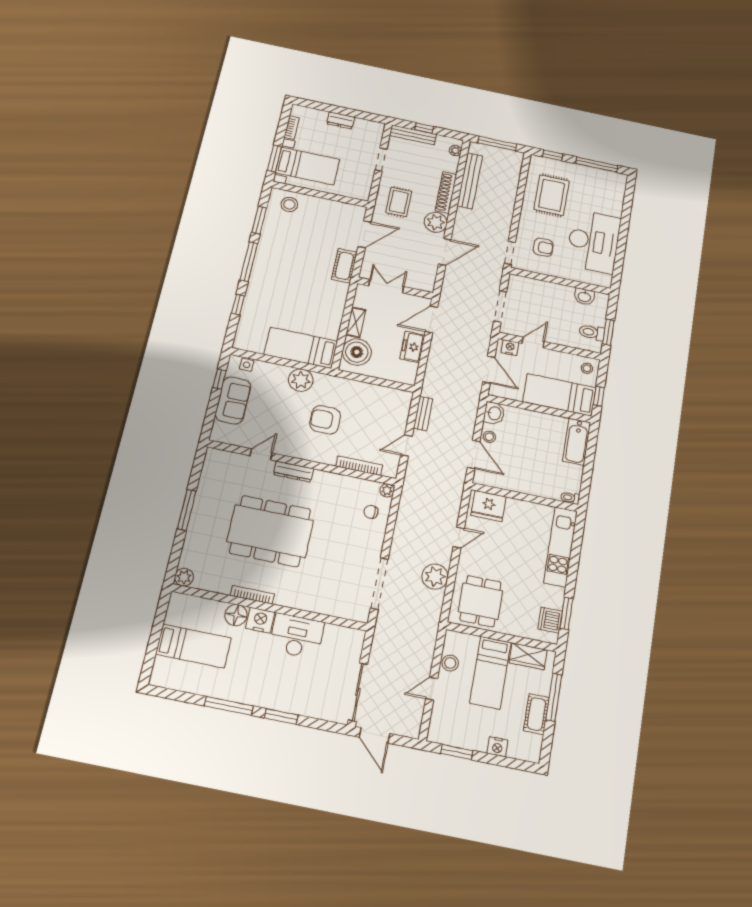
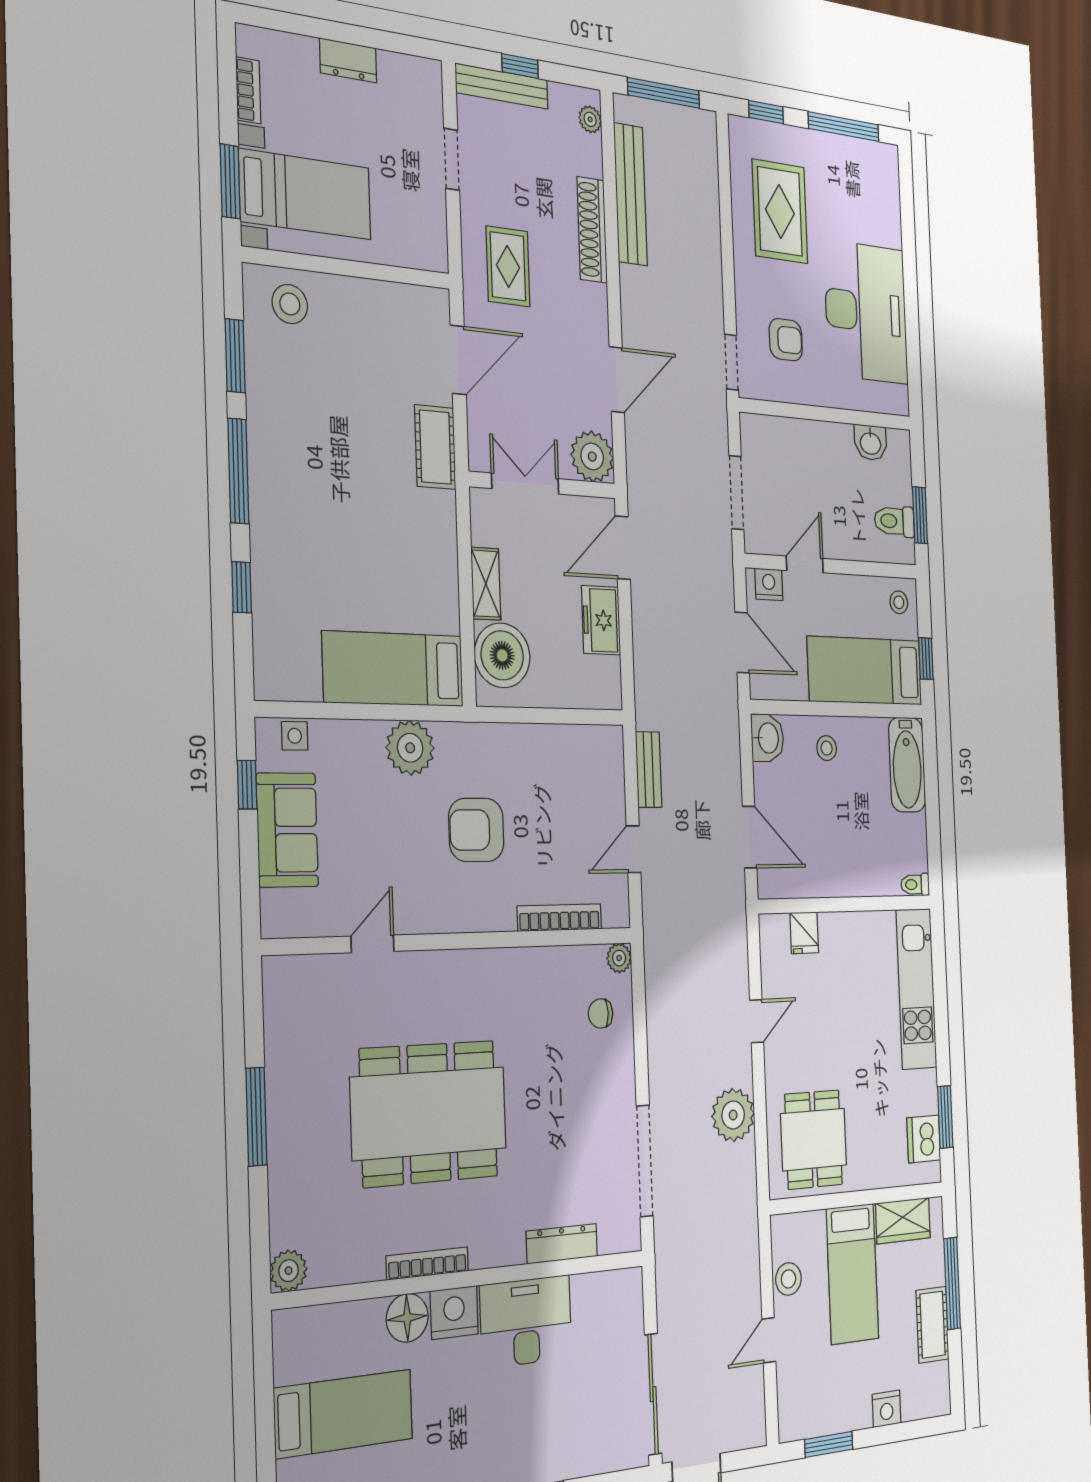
plant: (436, 222) -> (592, 457), moved
stool: (489, 437) -> (827, 748), moved
dresser: (293, 472) -> (562, 1244), moved, turned 180
fridge: (488, 506) -> (804, 933), width x0.53, depth x0.75

